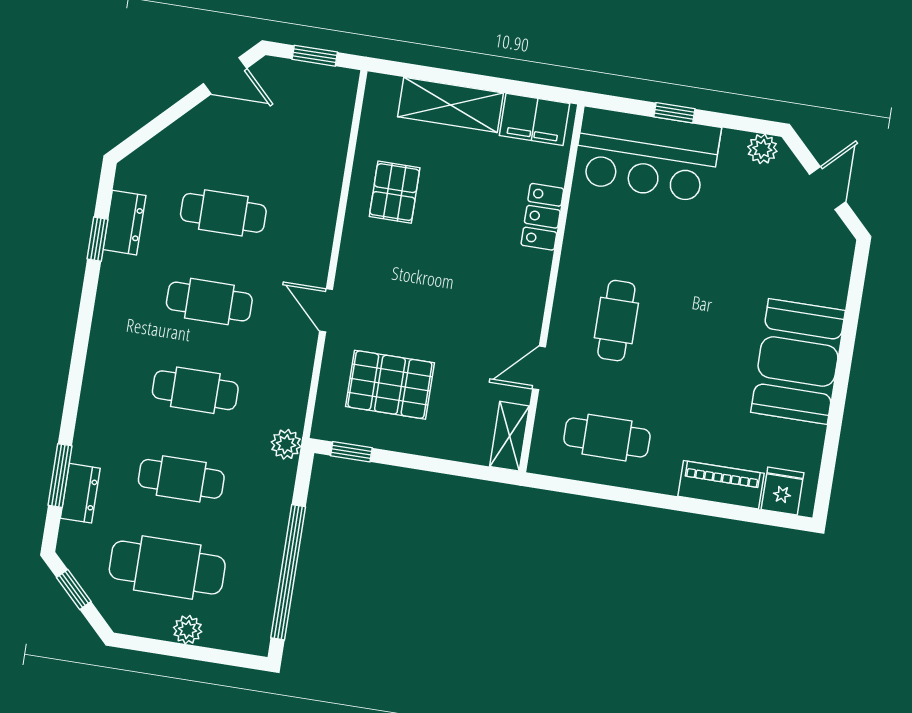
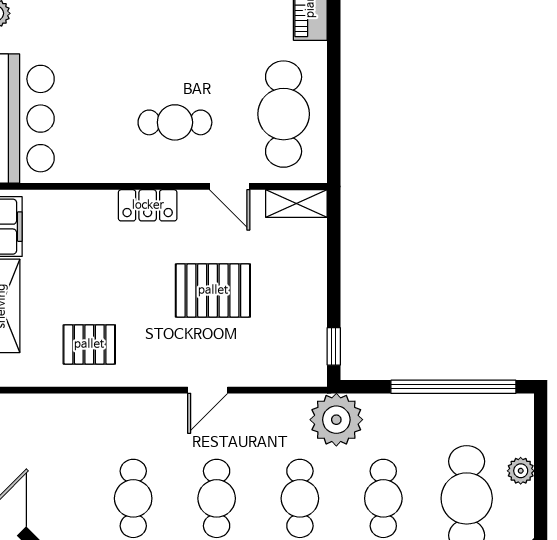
locker: (542, 217) -> (148, 205), moved
pallet: (390, 385) -> (213, 290), moved, turned 90
cafe table: (607, 438) -> (284, 114), width x1.37, depth x1.35
plant: (286, 444) -> (336, 420), width x1.87, depth x1.87

